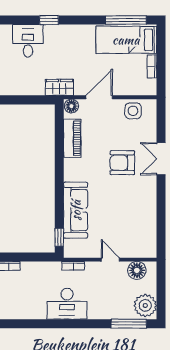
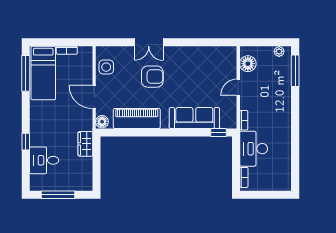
wardrobe: (59, 87) -> (85, 144), moved
piano: (72, 138) -> (137, 118), width x1.37, depth x1.33
armchair: (122, 163) -> (152, 77), turned -90
desk: (67, 304) -> (254, 149), moved, turned 180
plant: (145, 306) -> (279, 51), width x0.53, depth x0.53

